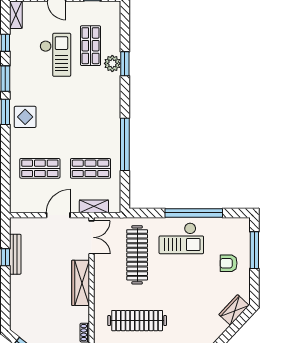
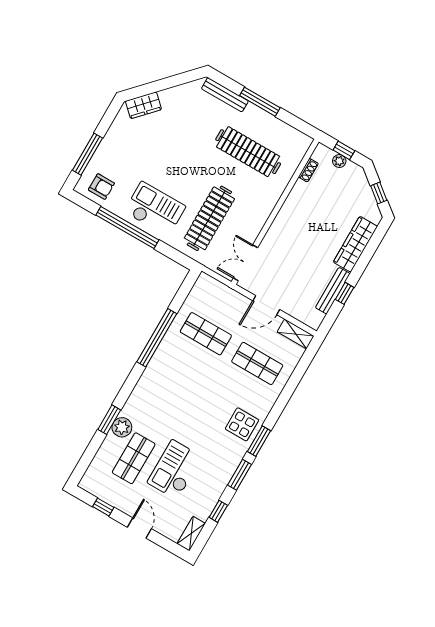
shelving: (94, 206) -> (296, 334), moved
armchair: (229, 263) -> (101, 187), moved
wardrobe: (81, 283) -> (355, 244), moved, turned 180

